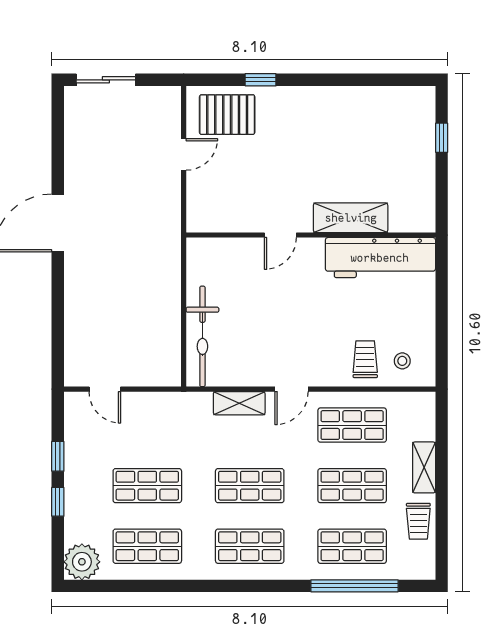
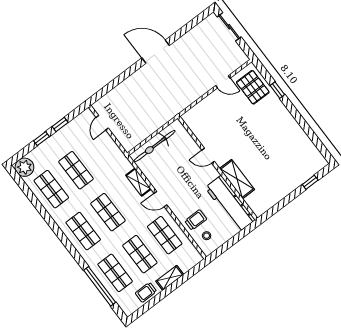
shelving: (351, 218) -> (237, 179), moved
door: (280, 235) -> (208, 156), moved
wall: (311, 235) -> (218, 168), moved
workbench: (380, 258) -> (230, 204), moved

